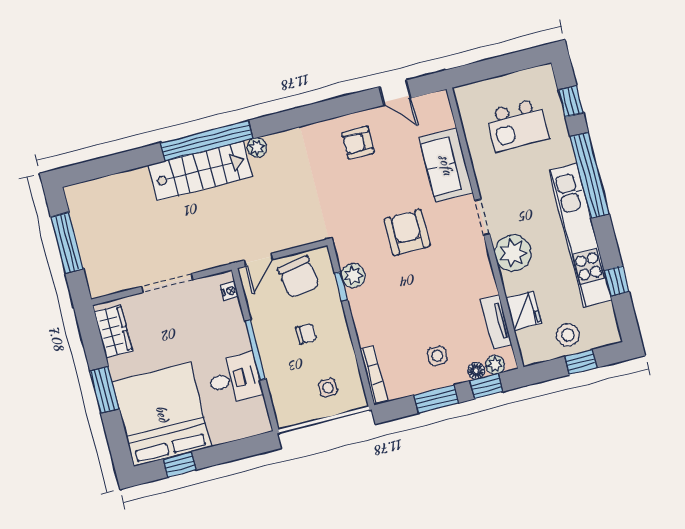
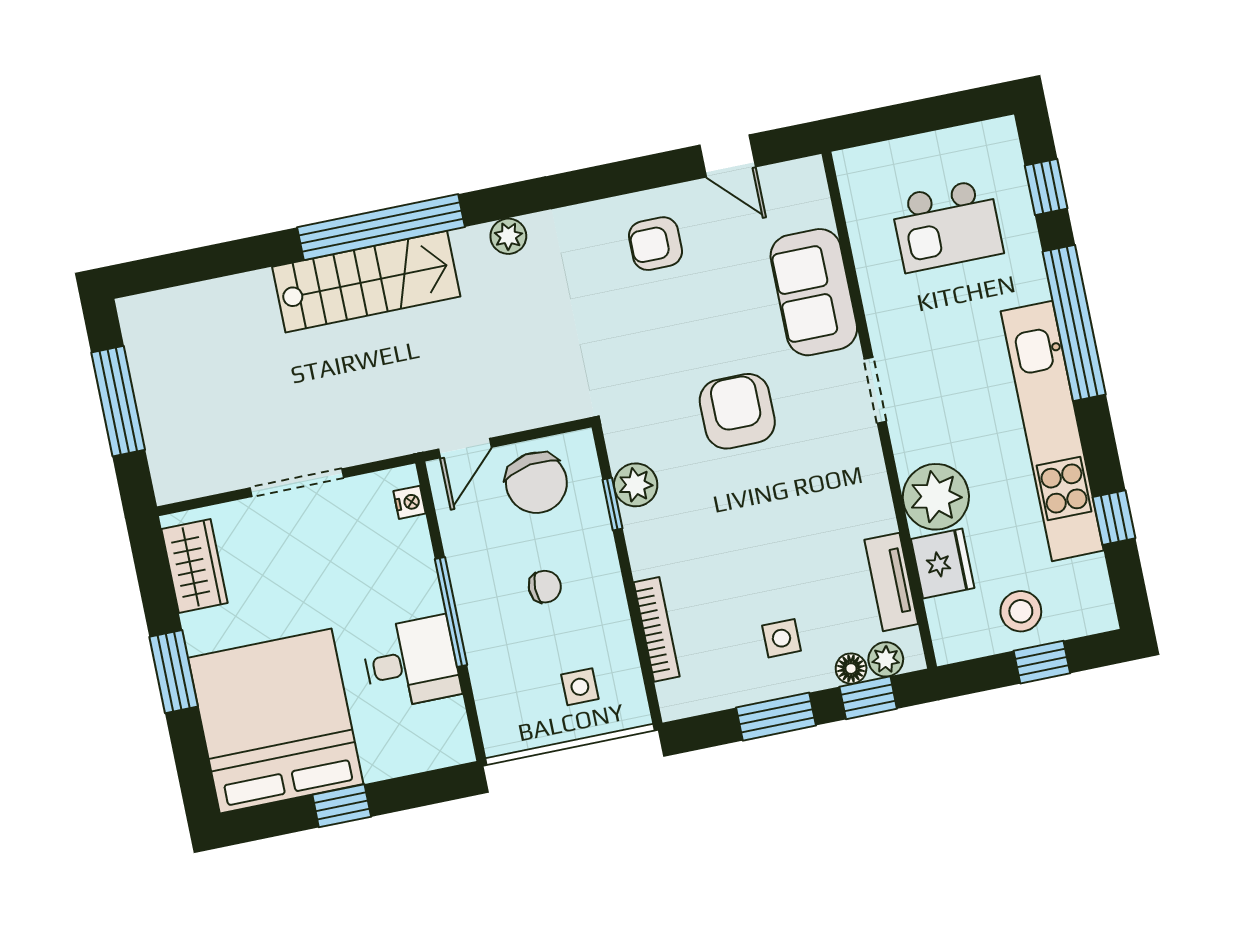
plant: (257, 147) -> (508, 236), moved
plant: (513, 253) -> (936, 497), moved
bookcase: (374, 375) -> (657, 629), moved
window: (180, 464) -> (342, 806), moved

